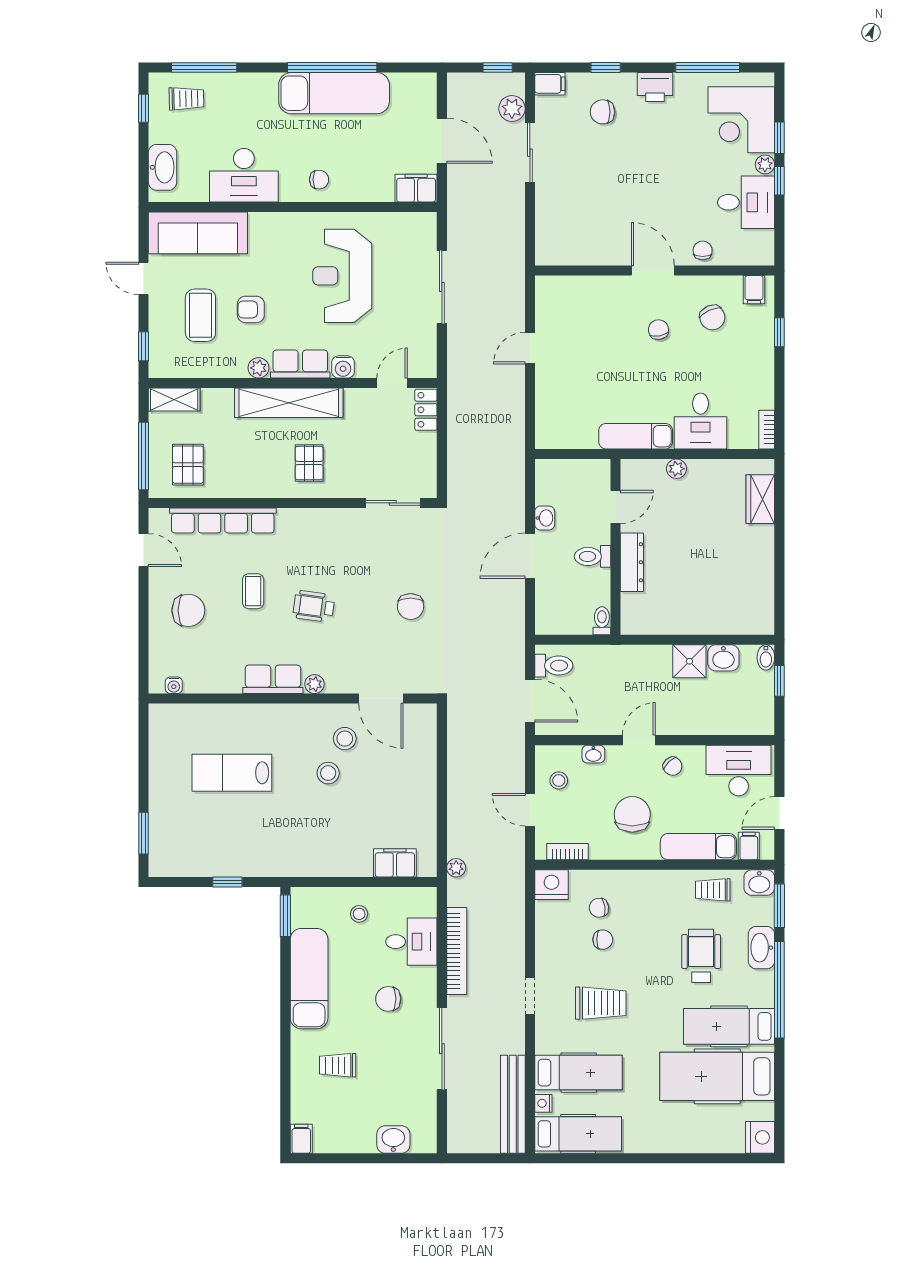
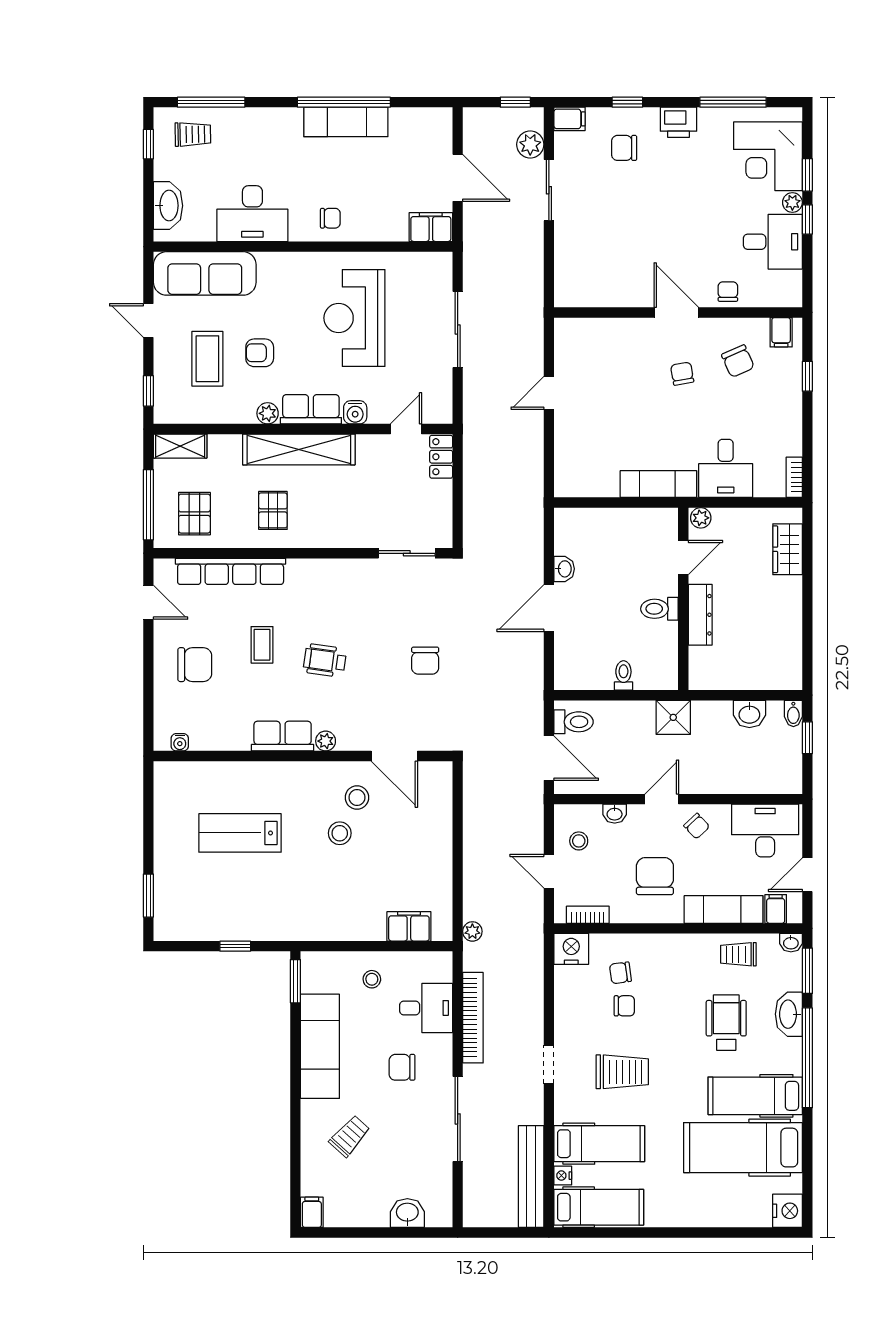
exam couch: (334, 93) -> (346, 122), width x0.73, depth x0.69
pallet: (309, 463) -> (273, 510), moved
door: (616, 507) -> (683, 557), moved
wall: (616, 547) -> (683, 599), moved
toilet: (593, 556) -> (659, 609), moved
dresser: (632, 562) -> (700, 615), moved
shower: (689, 661) -> (673, 717), moved
washbasin: (759, 883) -> (791, 943), width x0.72, depth x0.69
trolley: (338, 1065) -> (350, 1136), turned 132

